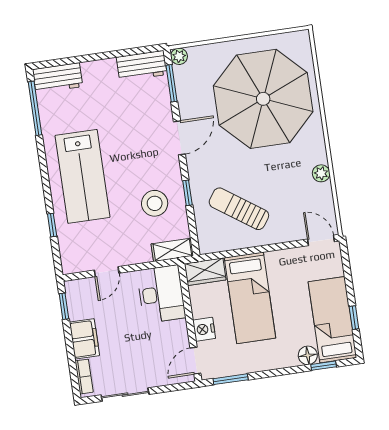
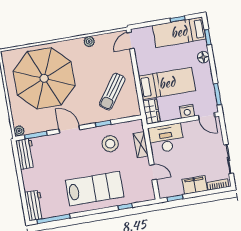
shelving: (172, 250) -> (141, 145), moved
floor lamp: (308, 355) -> (203, 57), moved

